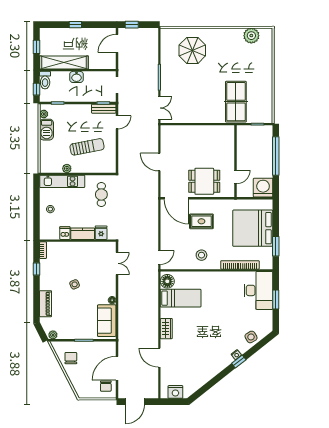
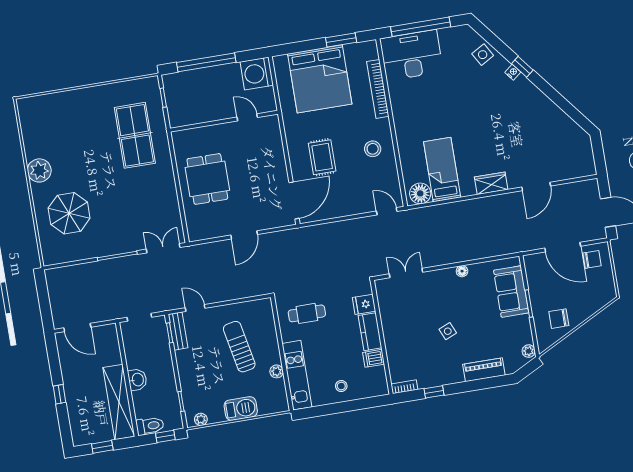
window: (132, 25) -> (46, 310), removed
plant: (251, 36) -> (39, 170), moved
table tennis table: (236, 102) -> (135, 135), turned 90
barbecue: (47, 130) -> (241, 409), moved
dining table: (204, 181) -> (207, 179), moved
window: (276, 300) -> (421, 27), width x2.11
sofa: (107, 321) -> (511, 292), moved, turned 90
nightstand: (175, 392) -> (584, 154), removed

